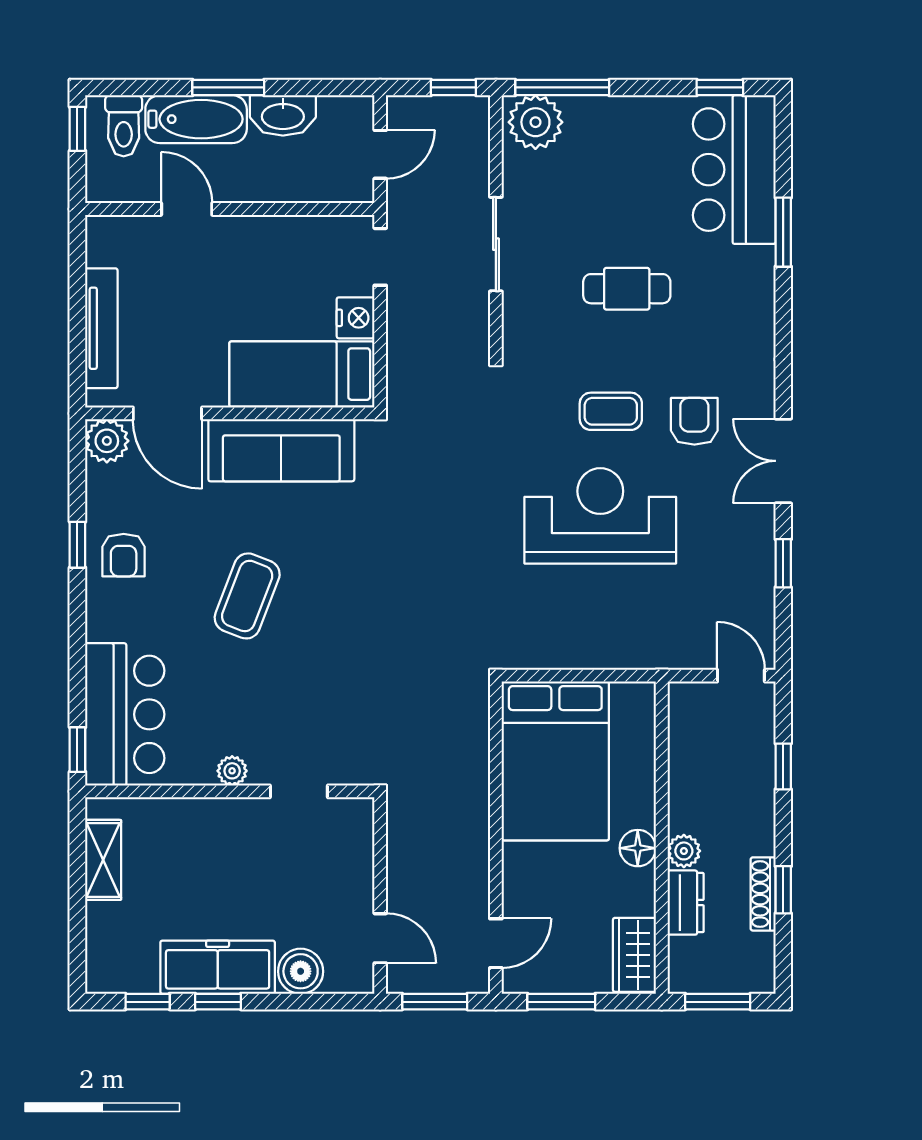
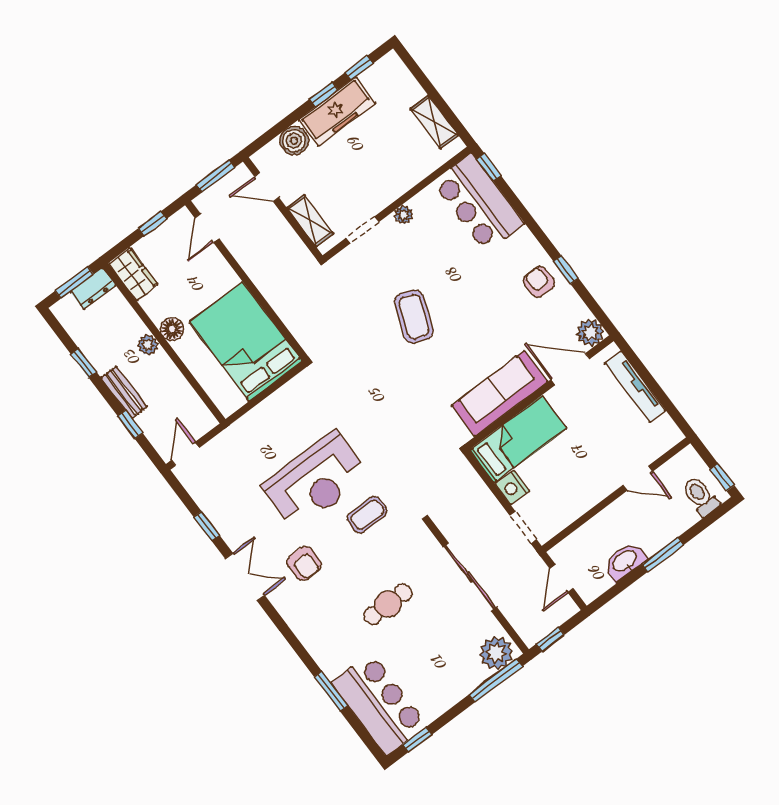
bathtub: (196, 119) -> (667, 527), removed
sliding door: (496, 244) -> (470, 577), width x1.37
coffee table: (611, 411) -> (367, 515), moved
coffee table: (247, 596) -> (414, 317), moved
door: (741, 676) -> (185, 454), swing flipped
bench: (760, 813) -> (124, 392), added
shelving: (357, 853) -> (310, 221), added
shoe rack: (763, 894) -> (92, 353), removed
dresser: (686, 903) -> (93, 289), moved, turned -90
window: (561, 1002) -> (152, 224), width x0.67

